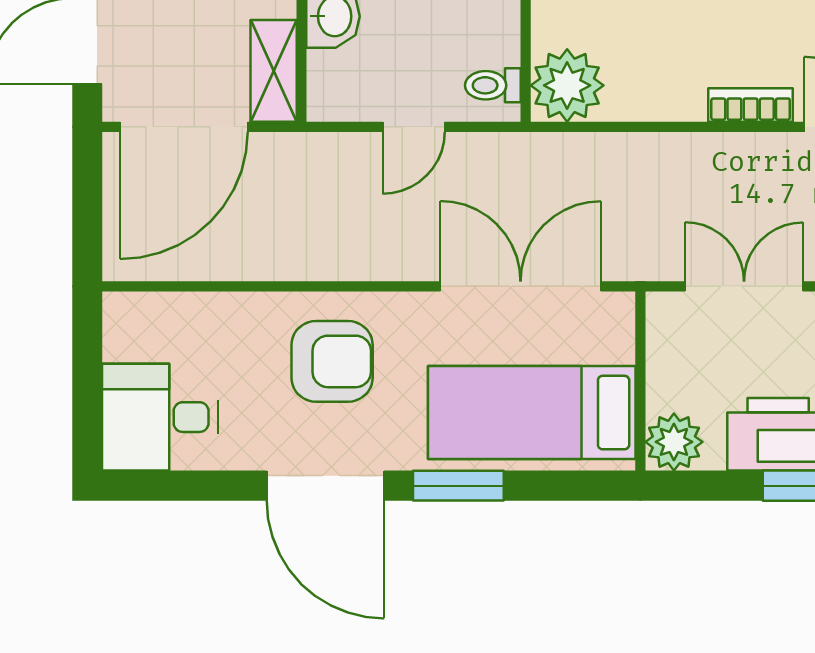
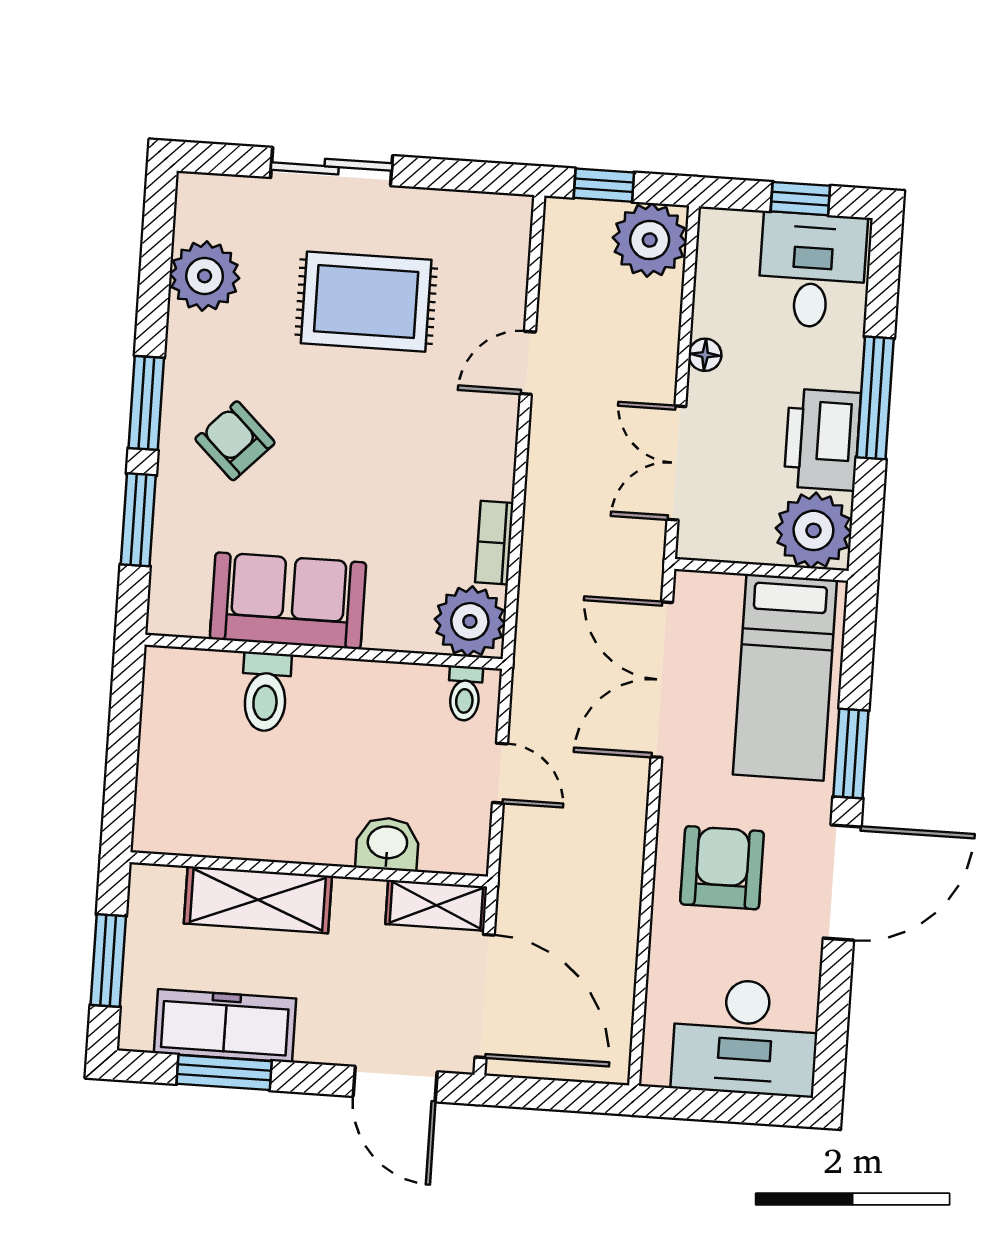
bookcase: (751, 105) -> (494, 543), moved
desk: (160, 417) -> (745, 1037), width x1.37
plant: (674, 442) -> (813, 530), width x1.36, depth x1.36

